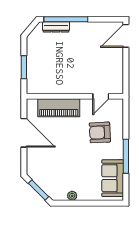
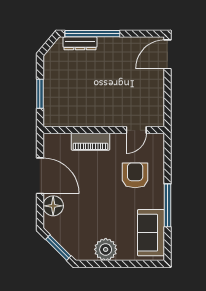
piano: (59, 108) -> (91, 142), width x0.73, depth x0.75
armchair: (100, 132) -> (135, 175), turned 93
floor lamp: (35, 157) -> (53, 206), added
plant: (72, 196) -> (106, 249), width x1.88, depth x1.88

